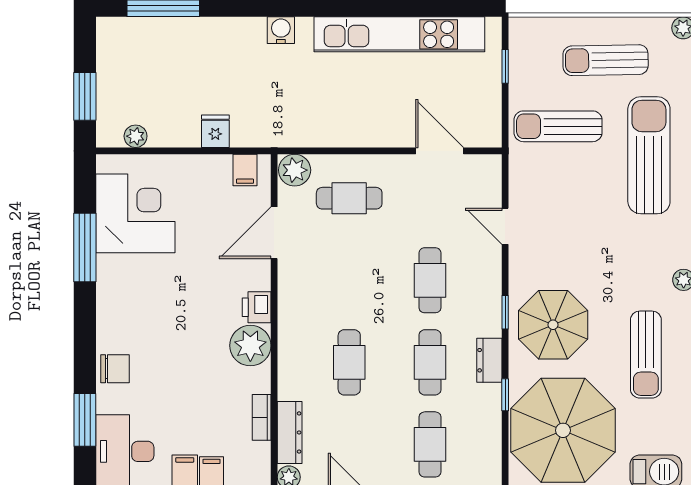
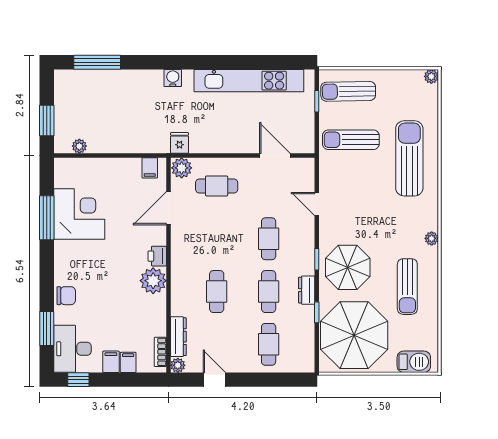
sun lounger: (606, 60) -> (348, 91), moved
fridge: (215, 131) -> (180, 143), moved
corner desk: (135, 213) -> (79, 214), moved
bookcase: (262, 417) -> (160, 352), moved

